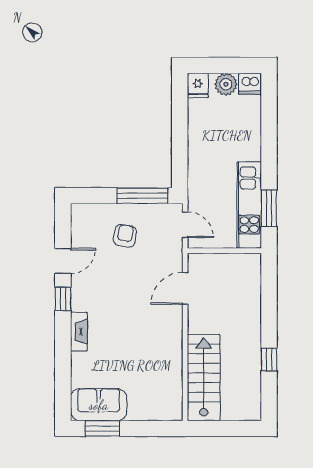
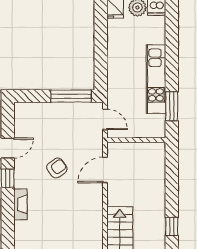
kitchen unit: (249, 205) -> (156, 79), moved
armchair: (125, 236) -> (57, 168), moved, turned 44

